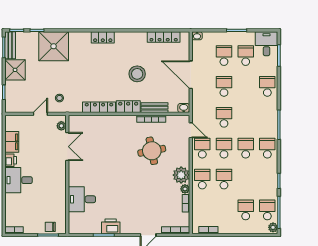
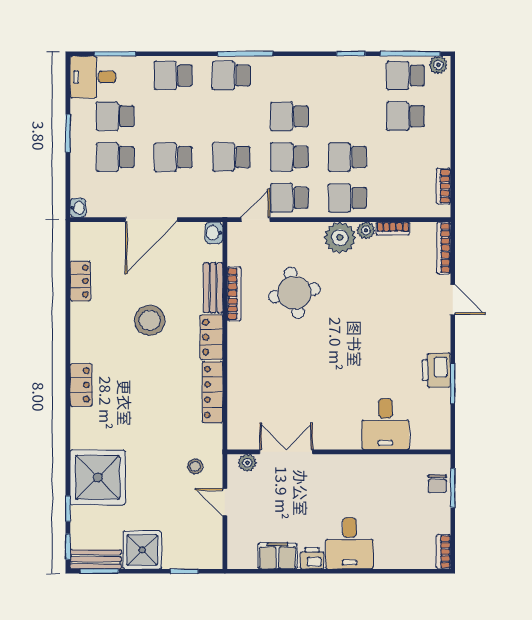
locker: (164, 37) -> (80, 281), width x0.66
school desk: (267, 148) -> (231, 75), moved

